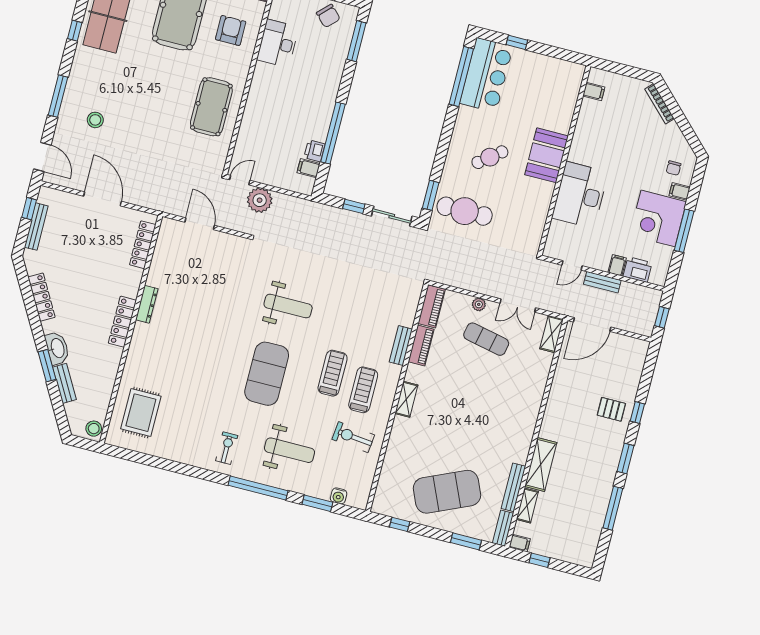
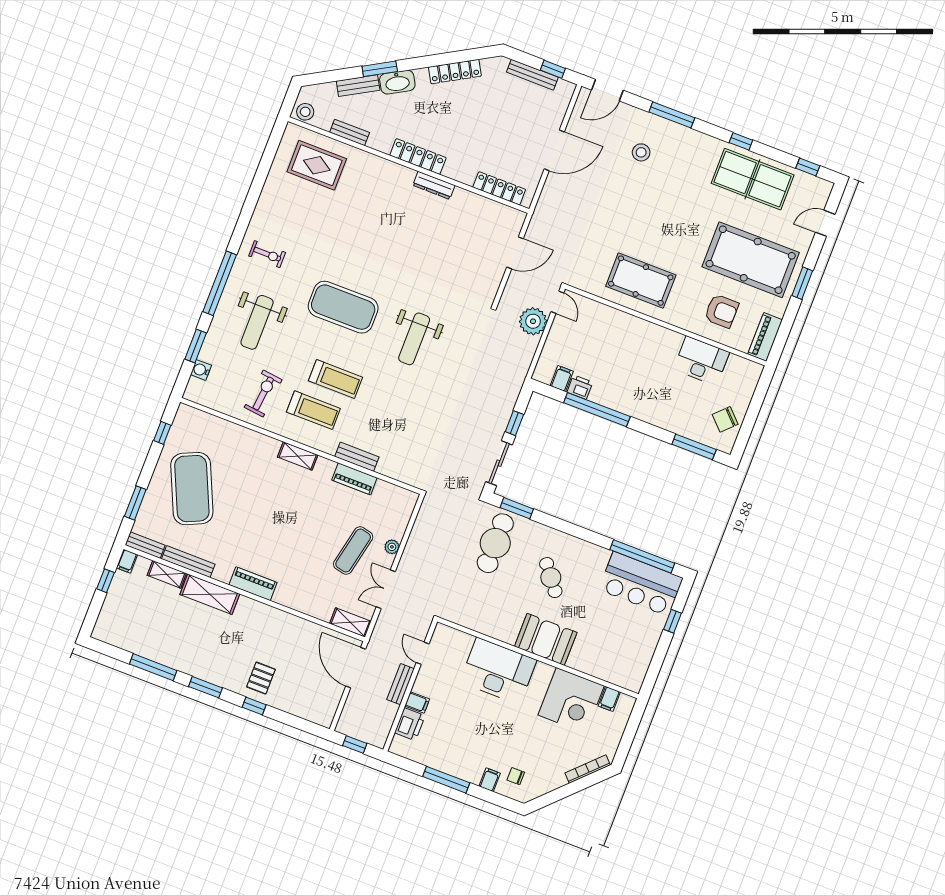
corner desk: (658, 218) -> (571, 700), moved, turned 180
piano: (432, 306) -> (253, 584), moved, turned 180
bench: (108, 386) -> (350, 132), added

